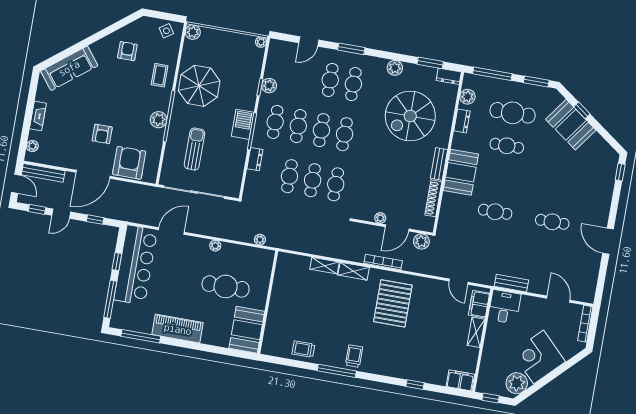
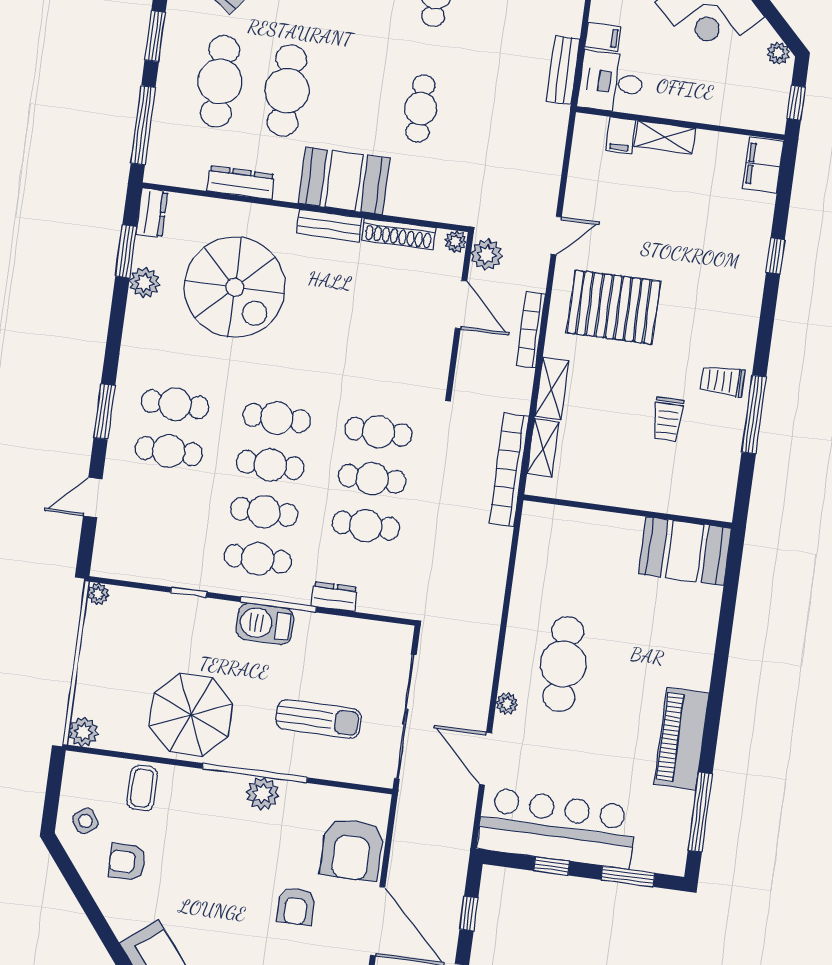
side table: (166, 31) -> (85, 821), moved
door: (309, 41) -> (93, 498), swing flipped
plant: (395, 68) -> (144, 282), moved
coffee table: (160, 75) -> (142, 788), moved, turned 90
plant: (269, 86) -> (185, 574), removed
plant: (467, 97) -> (191, 174), removed
dresser: (462, 121) -> (241, 183), width x1.44
armchair: (102, 134) -> (296, 906), turned 90
cafe table: (507, 146) -> (287, 90), width x1.37, depth x1.35
sun lounger: (195, 149) -> (319, 719), turned 180
armchair: (129, 163) -> (352, 849), turned -90
plant: (380, 218) -> (456, 241), moved
plant: (260, 240) -> (496, 580), removed
plant: (215, 246) -> (507, 704), moved
bookcase: (314, 248) -> (509, 470), added
door: (459, 282) -> (556, 236), moved
cafe table: (226, 286) -> (563, 664), moved
window: (110, 299) -> (628, 876), width x0.69
wall: (268, 302) -> (628, 511), moved
filing cabinet: (527, 303) -> (603, 37), added
filing cabinet: (479, 304) -> (621, 135), width x0.50
booth: (247, 330) -> (685, 551), moved
trolley: (303, 349) -> (668, 419), moved
plant: (517, 383) -> (778, 53), width x0.53, depth x0.53

